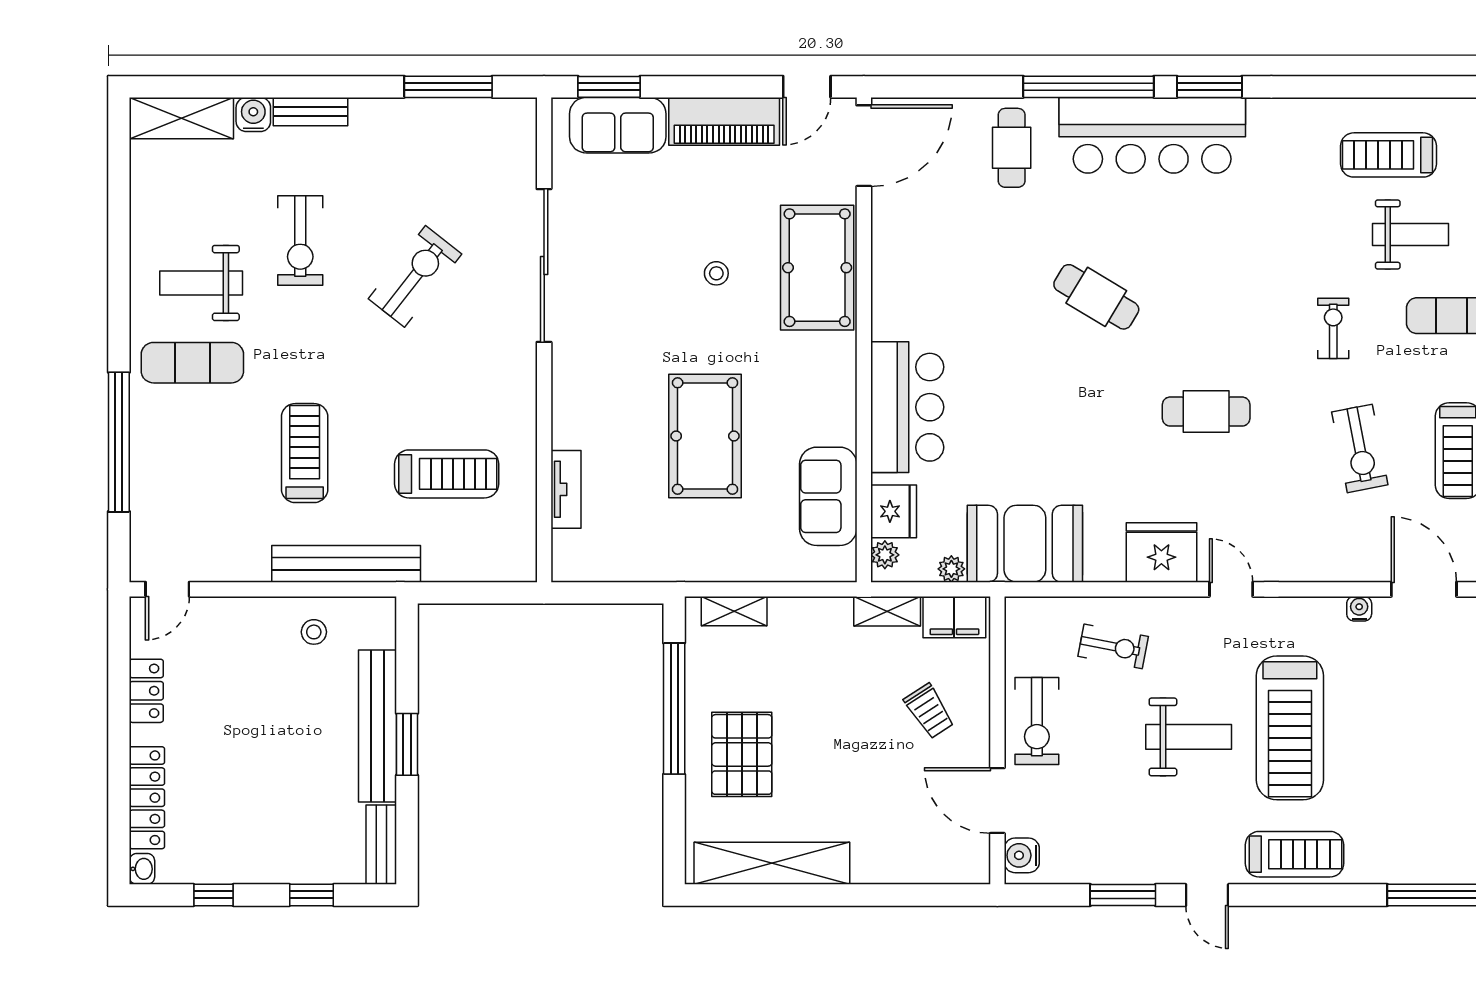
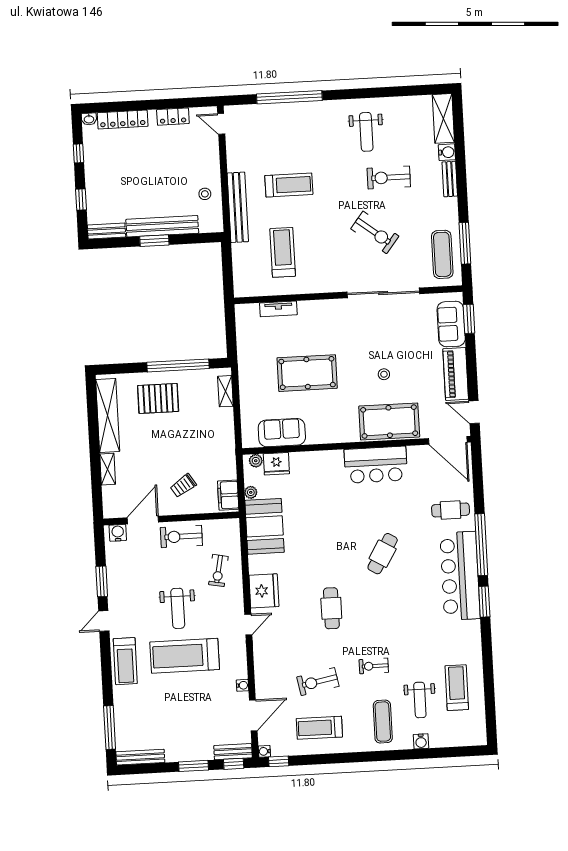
weight bench: (201, 283) -> (366, 132), turned 180
exercise bike: (1333, 328) -> (374, 666), turned 180
exercise mat: (192, 363) -> (442, 254), moved
bar counter: (907, 407) -> (376, 465), moved
treadmill: (447, 474) -> (283, 252), turned 180
shelving: (887, 611) -> (108, 469), moved

